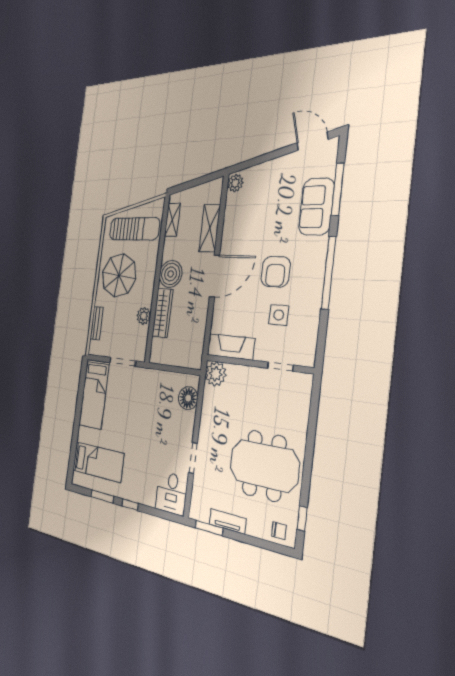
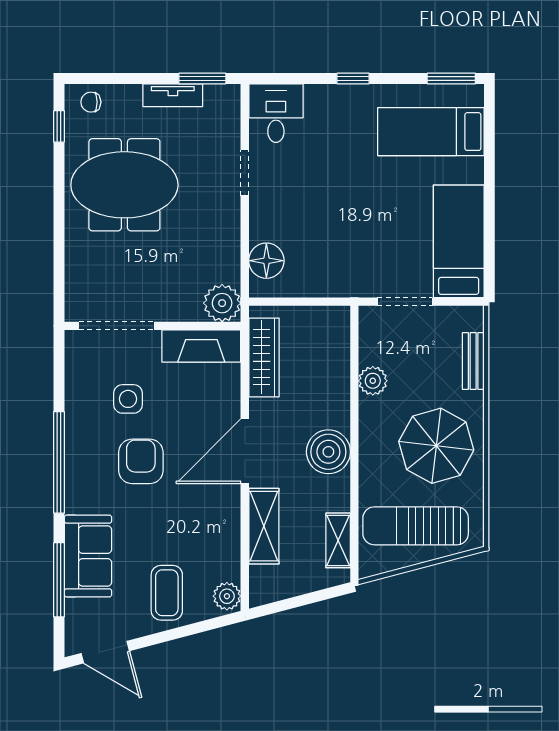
coffee table: (270, 184) -> (167, 593), added
wardrobe: (163, 313) -> (264, 357), moved, turned 180
doorway: (280, 367) -> (116, 326), width x1.87
window: (102, 496) -> (451, 78), moved

